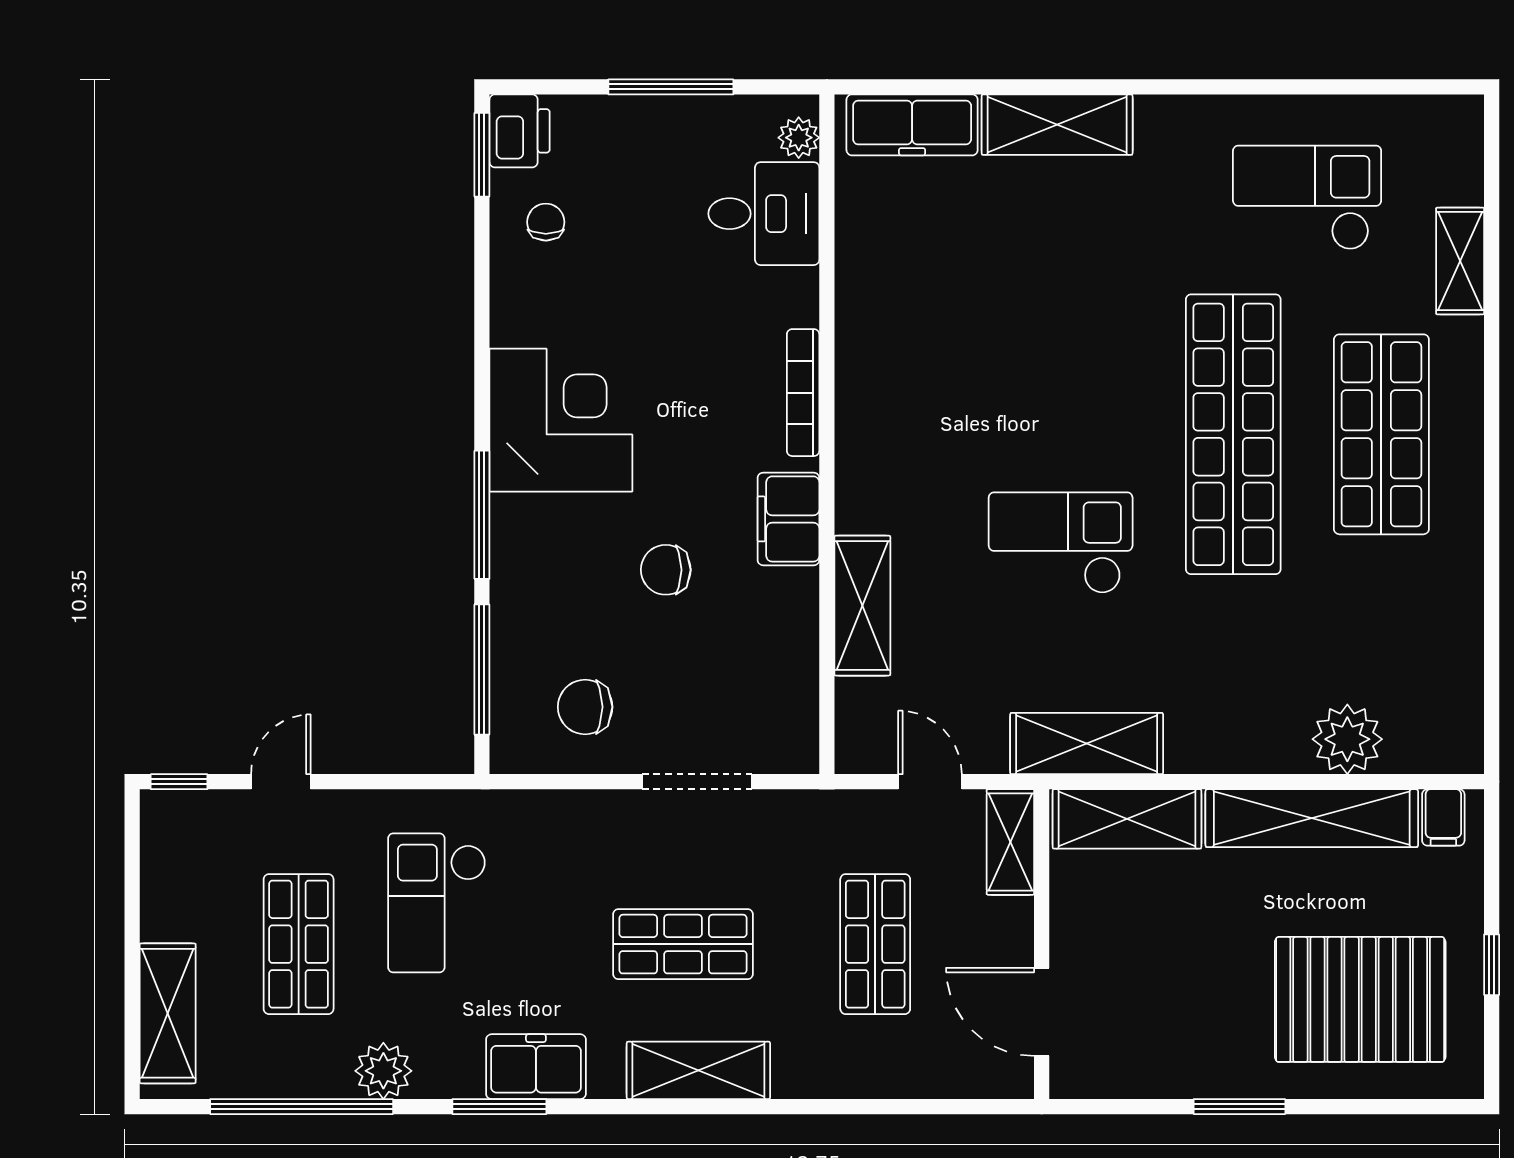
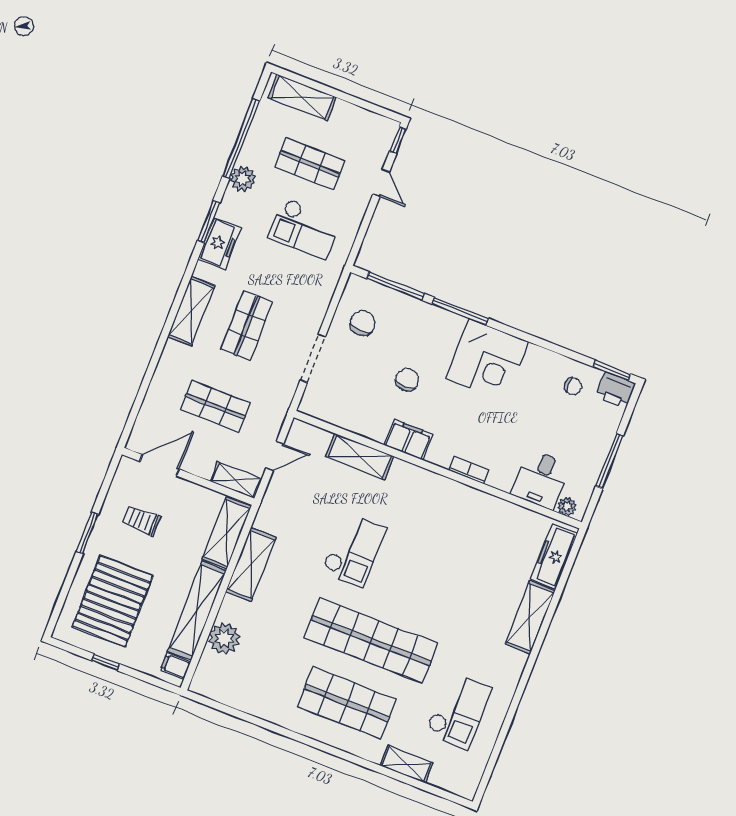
bookcase: (803, 393) -> (469, 470), width x0.64
shelving: (1087, 744) -> (251, 564), moved
checkout: (437, 903) -> (305, 229), turned 180
trolley: (1170, 1005) -> (142, 520), added

